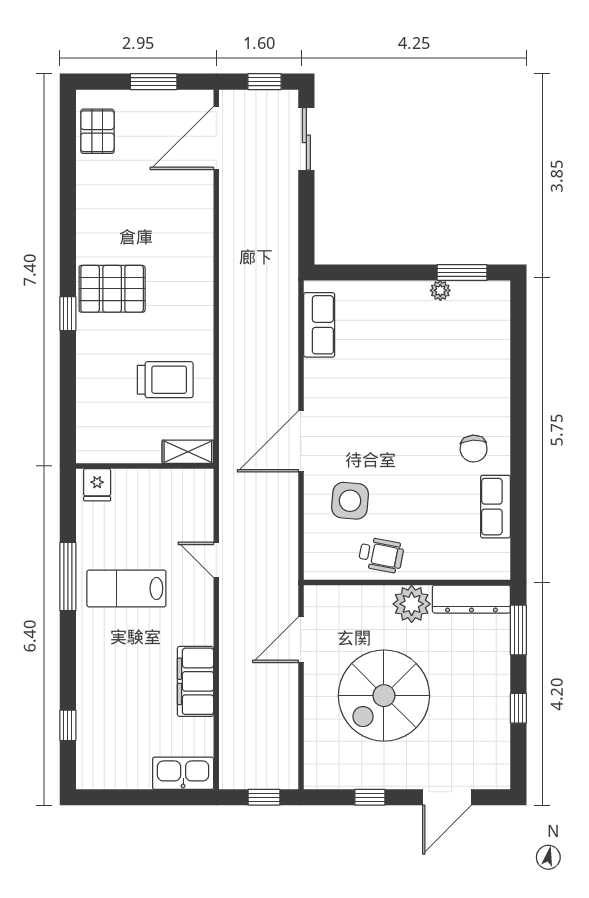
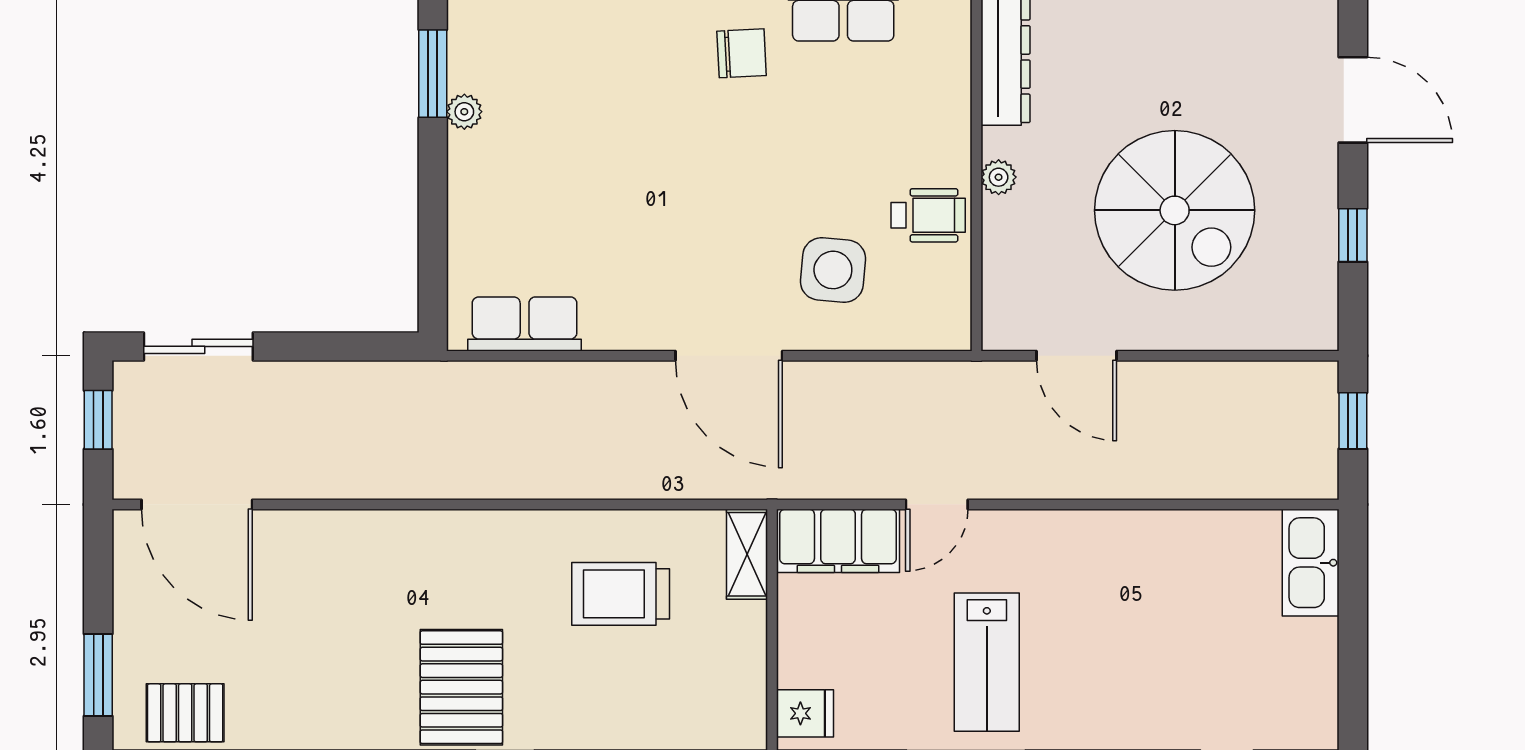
window: (154, 82) -> (98, 675), moved
trolley: (165, 380) -> (621, 594), turned -90
wheelchair: (381, 555) -> (928, 215), turned 79
plant: (412, 604) -> (999, 177), width x0.53, depth x0.53
filing cabinet: (195, 681) -> (838, 541), moved

